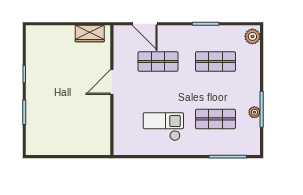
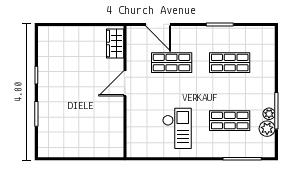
wardrobe: (90, 34) -> (115, 44), moved, turned 90
plant: (252, 36) -> (267, 129), moved
checkout: (163, 127) -> (177, 128), turned 90

